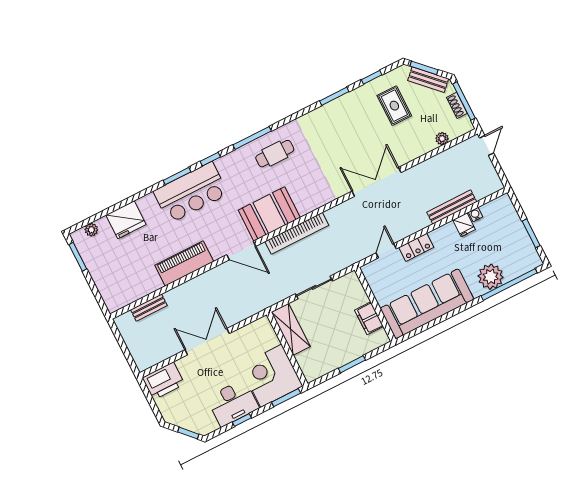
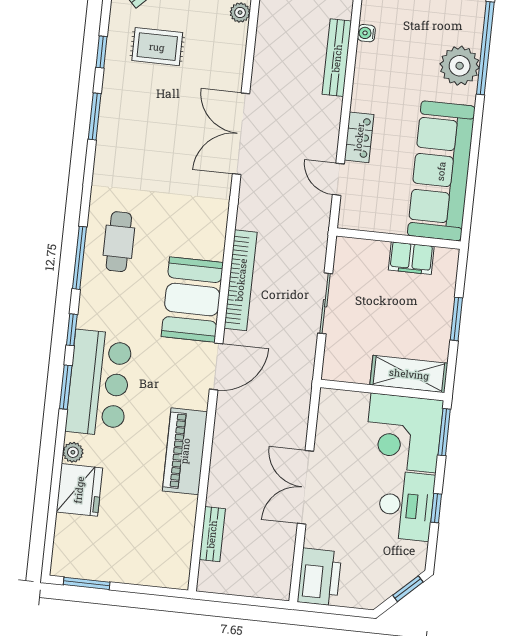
fridge: (464, 225) -> (370, 57), removed
plant: (91, 230) -> (73, 452), moved
shelving: (291, 329) -> (409, 374), moved

